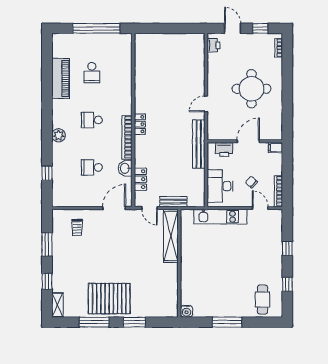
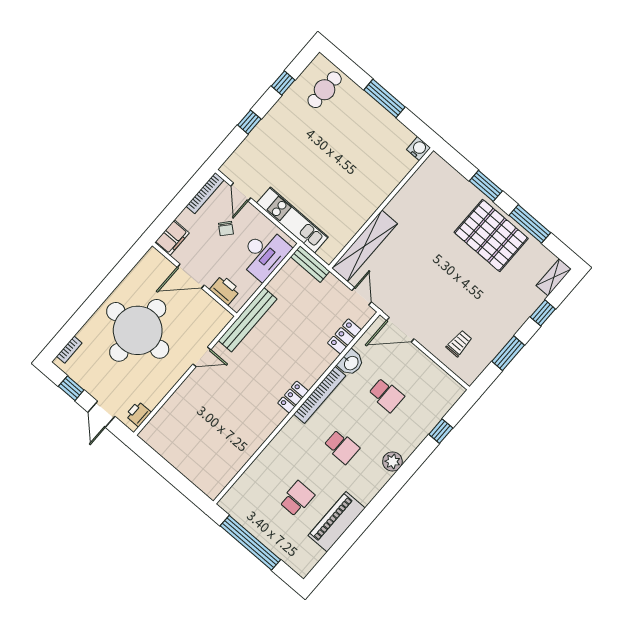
round table: (252, 89) -> (138, 330), width x1.36, depth x1.36
filing cabinet: (275, 148) -> (172, 238), width x2.00
bench: (173, 202) -> (310, 264), moved

